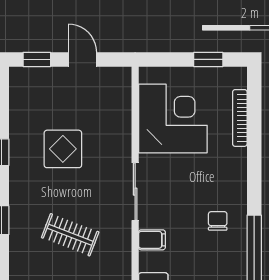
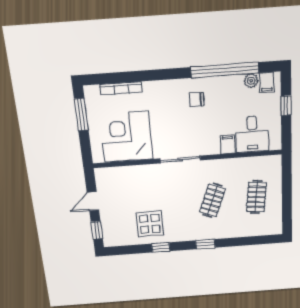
window: (208, 59) -> (81, 115), width x1.50
display table: (63, 149) -> (150, 224), moved
filing cabinet: (152, 240) -> (228, 144), moved

